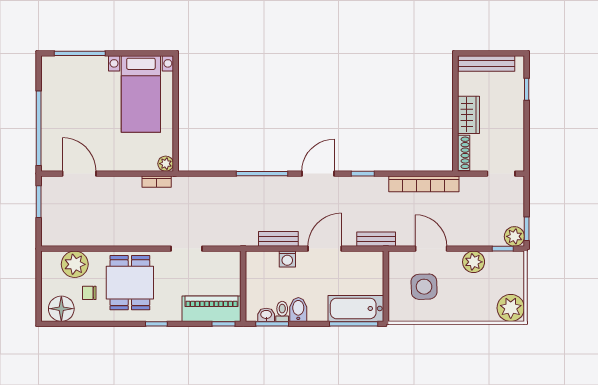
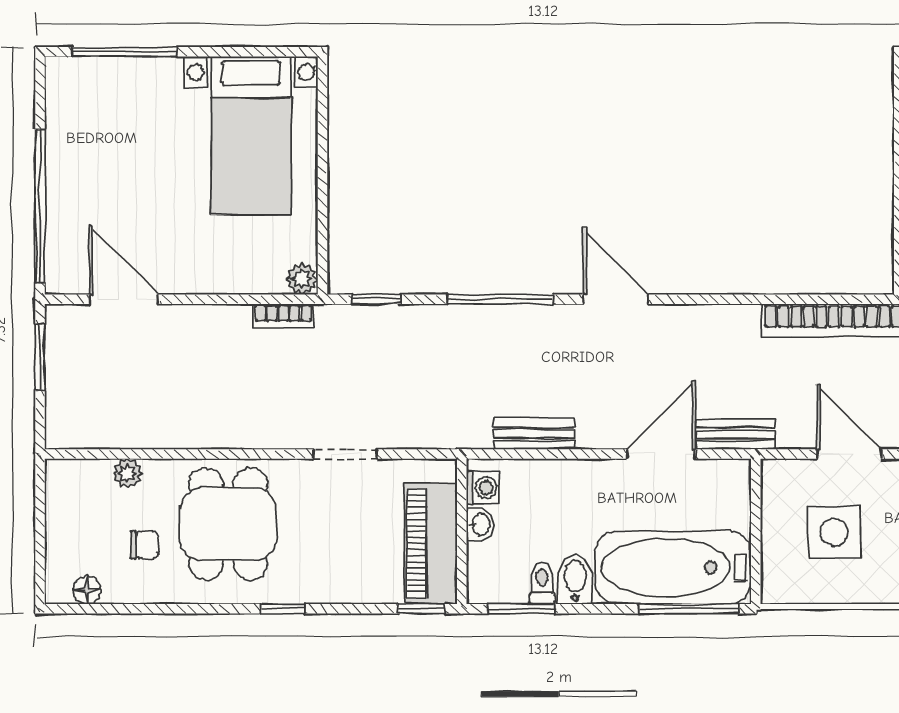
door: (318, 174) -> (616, 299), hinge flipped
window: (363, 174) -> (377, 299), moved
door: (325, 249) -> (661, 454), moved
washing machine: (287, 259) -> (483, 488), moved, turned -90
plant: (75, 264) -> (127, 473), width x0.53, depth x0.53
chair: (89, 293) -> (144, 545), turned 180
bathtub: (356, 308) -> (673, 567), width x1.36, depth x1.36
floor lamp: (61, 309) -> (87, 590), width x0.53, depth x0.53
piano: (212, 309) -> (431, 544), moved, turned -90
washbasin: (266, 315) -> (480, 524), moved, turned 90

